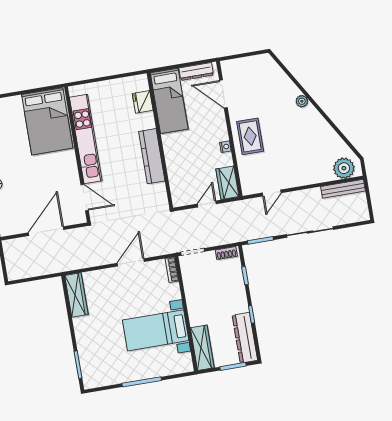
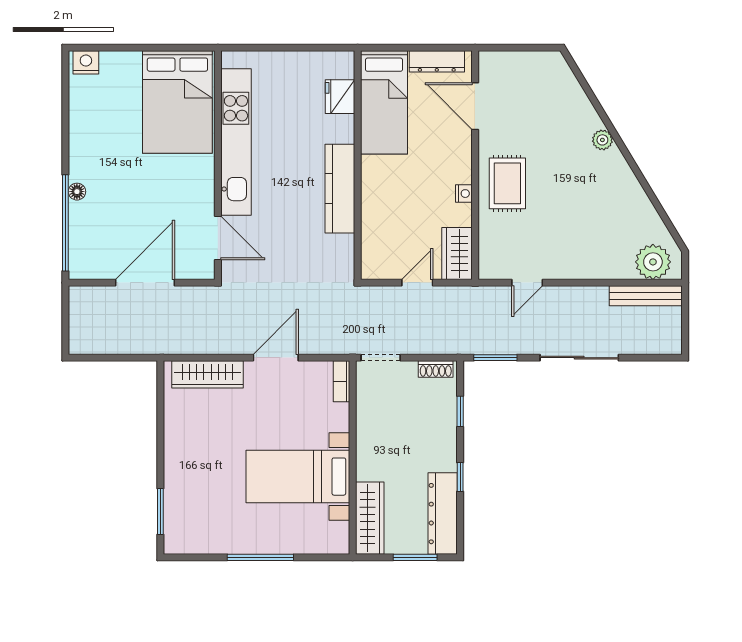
wardrobe: (76, 295) -> (207, 374), moved, turned 90

